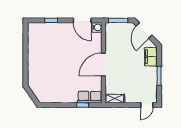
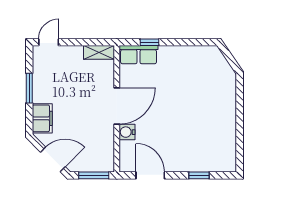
water cooler: (97, 27) -> (127, 132), moved
door: (144, 31) -> (53, 159), hinge flipped

